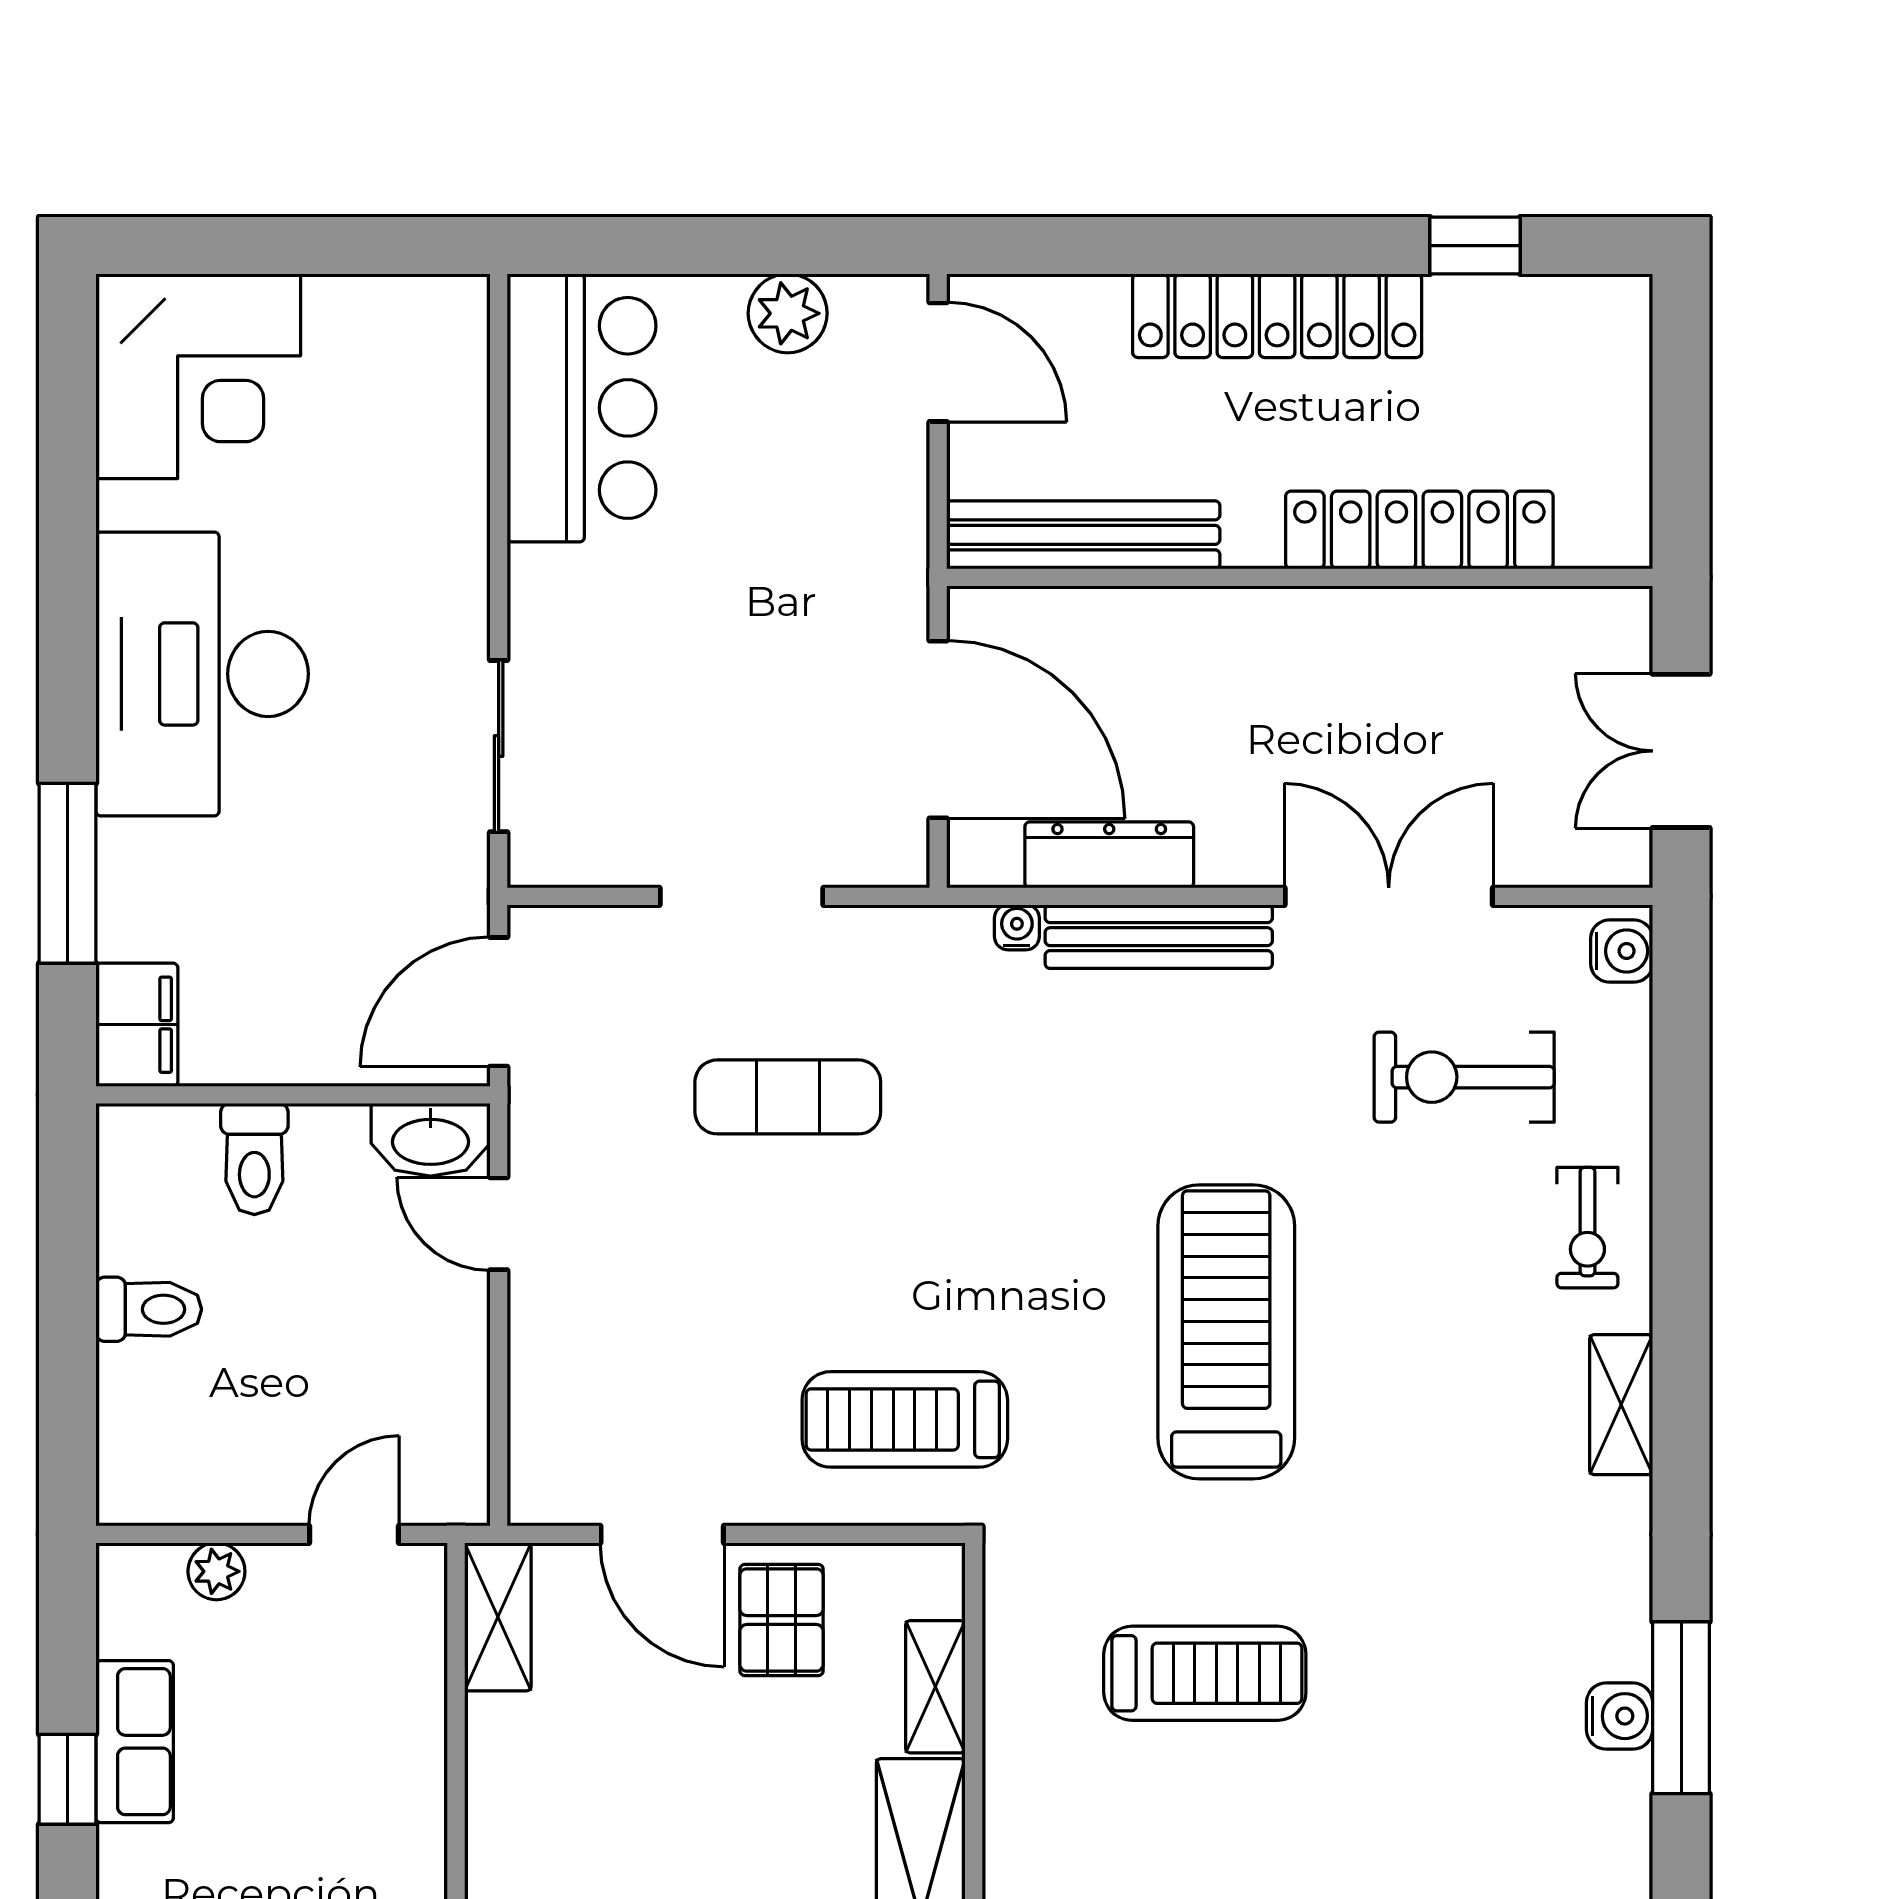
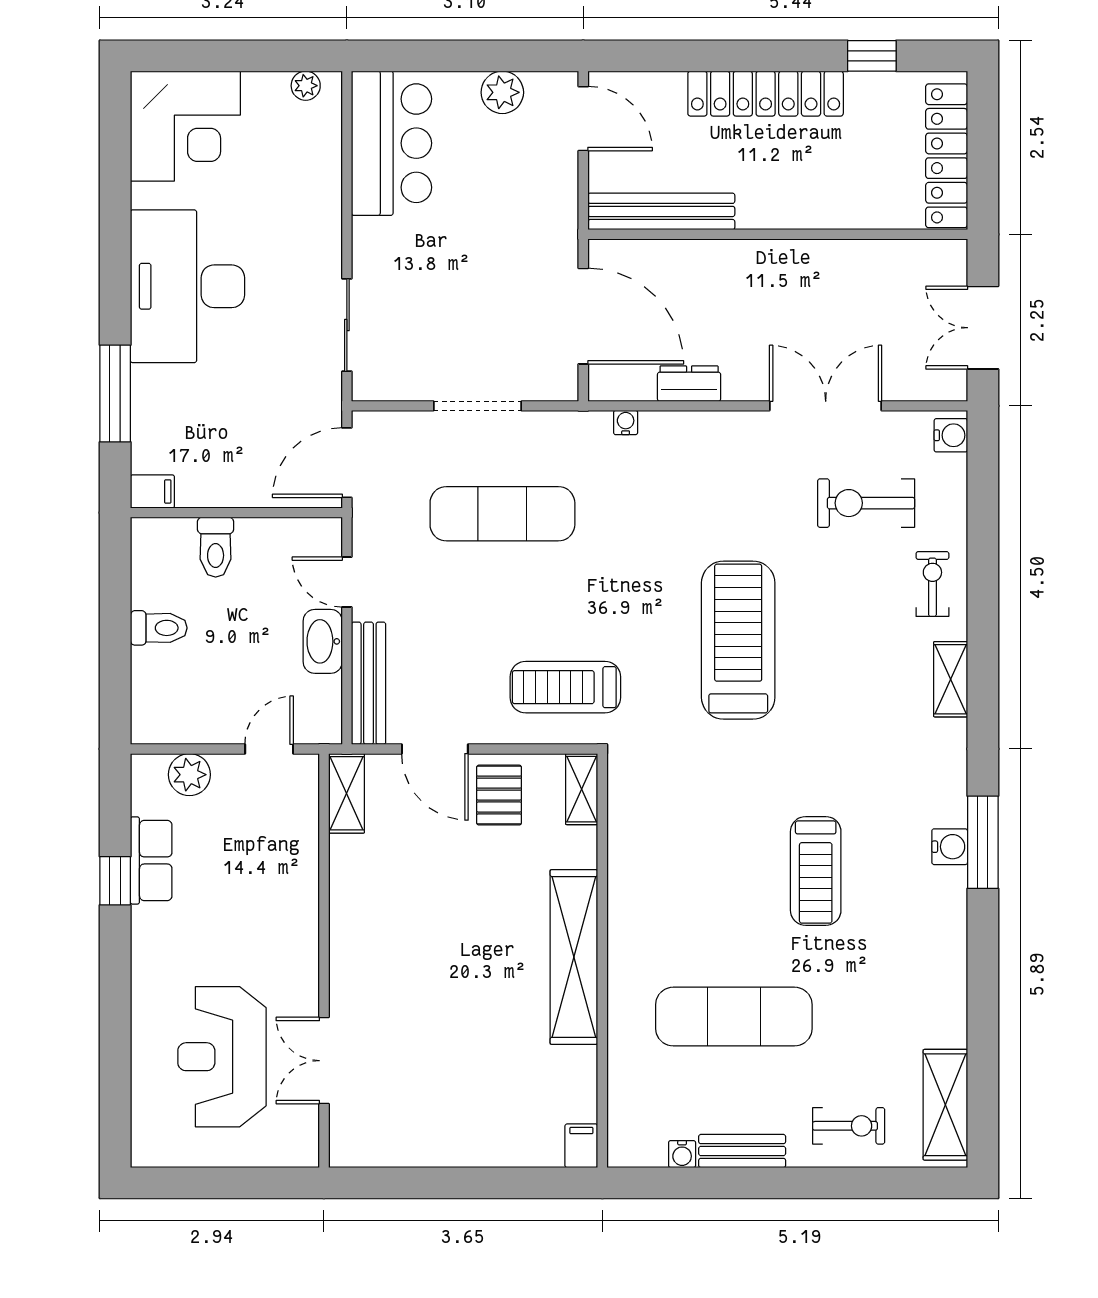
plant: (422, 301) -> (306, 86), added
locker: (1419, 530) -> (947, 156), moved, turned -90
dresser: (1109, 855) -> (689, 384), width x0.70
bench: (1159, 937) -> (369, 683), moved, turned 90
filing cabinet: (137, 1025) -> (152, 491), width x0.50
exercise mat: (788, 1097) -> (502, 514), width x1.36, depth x1.45
washbasin: (431, 1140) -> (323, 641), moved, turned 90
exercise bike: (1587, 1228) -> (932, 584), turned 180
plant: (216, 1571) -> (189, 775), width x1.38, depth x1.38
treadmill: (1205, 1673) -> (816, 871), moved, turned 90
shelving: (935, 1687) -> (582, 789), moved

